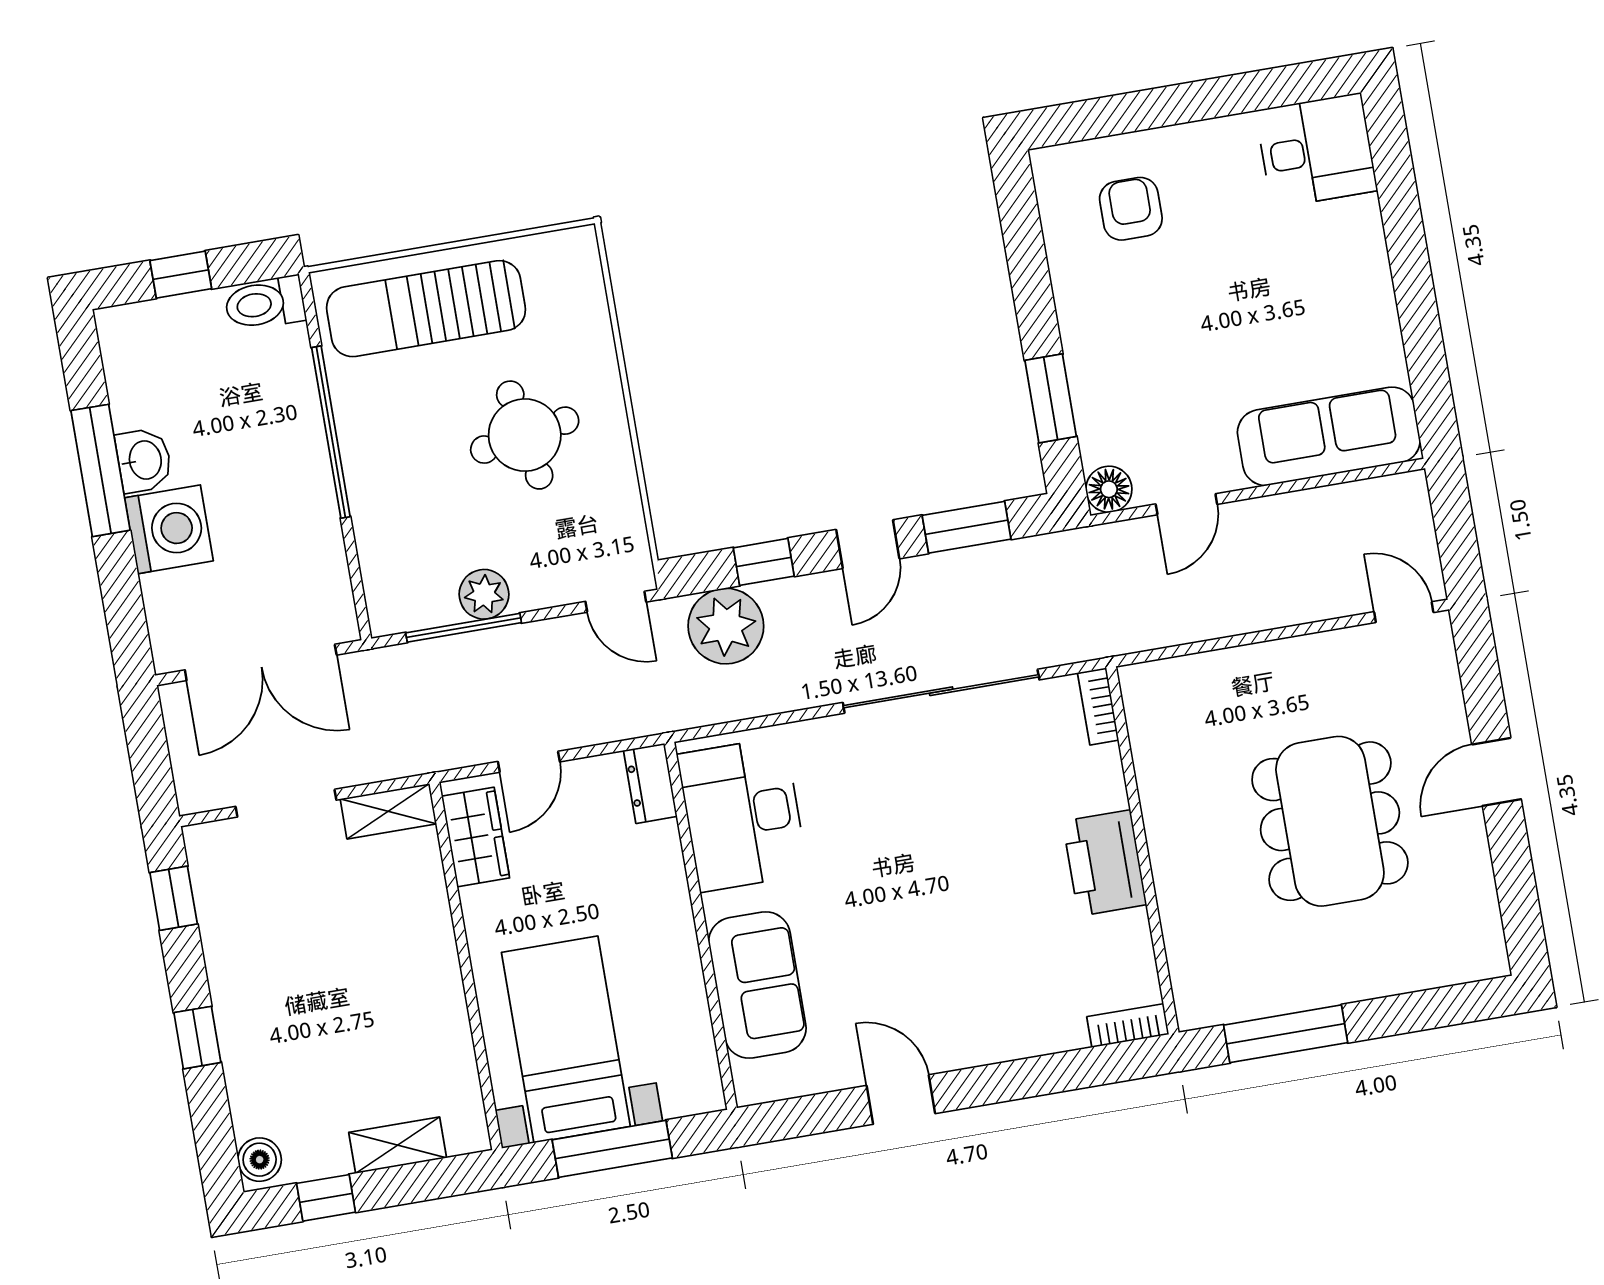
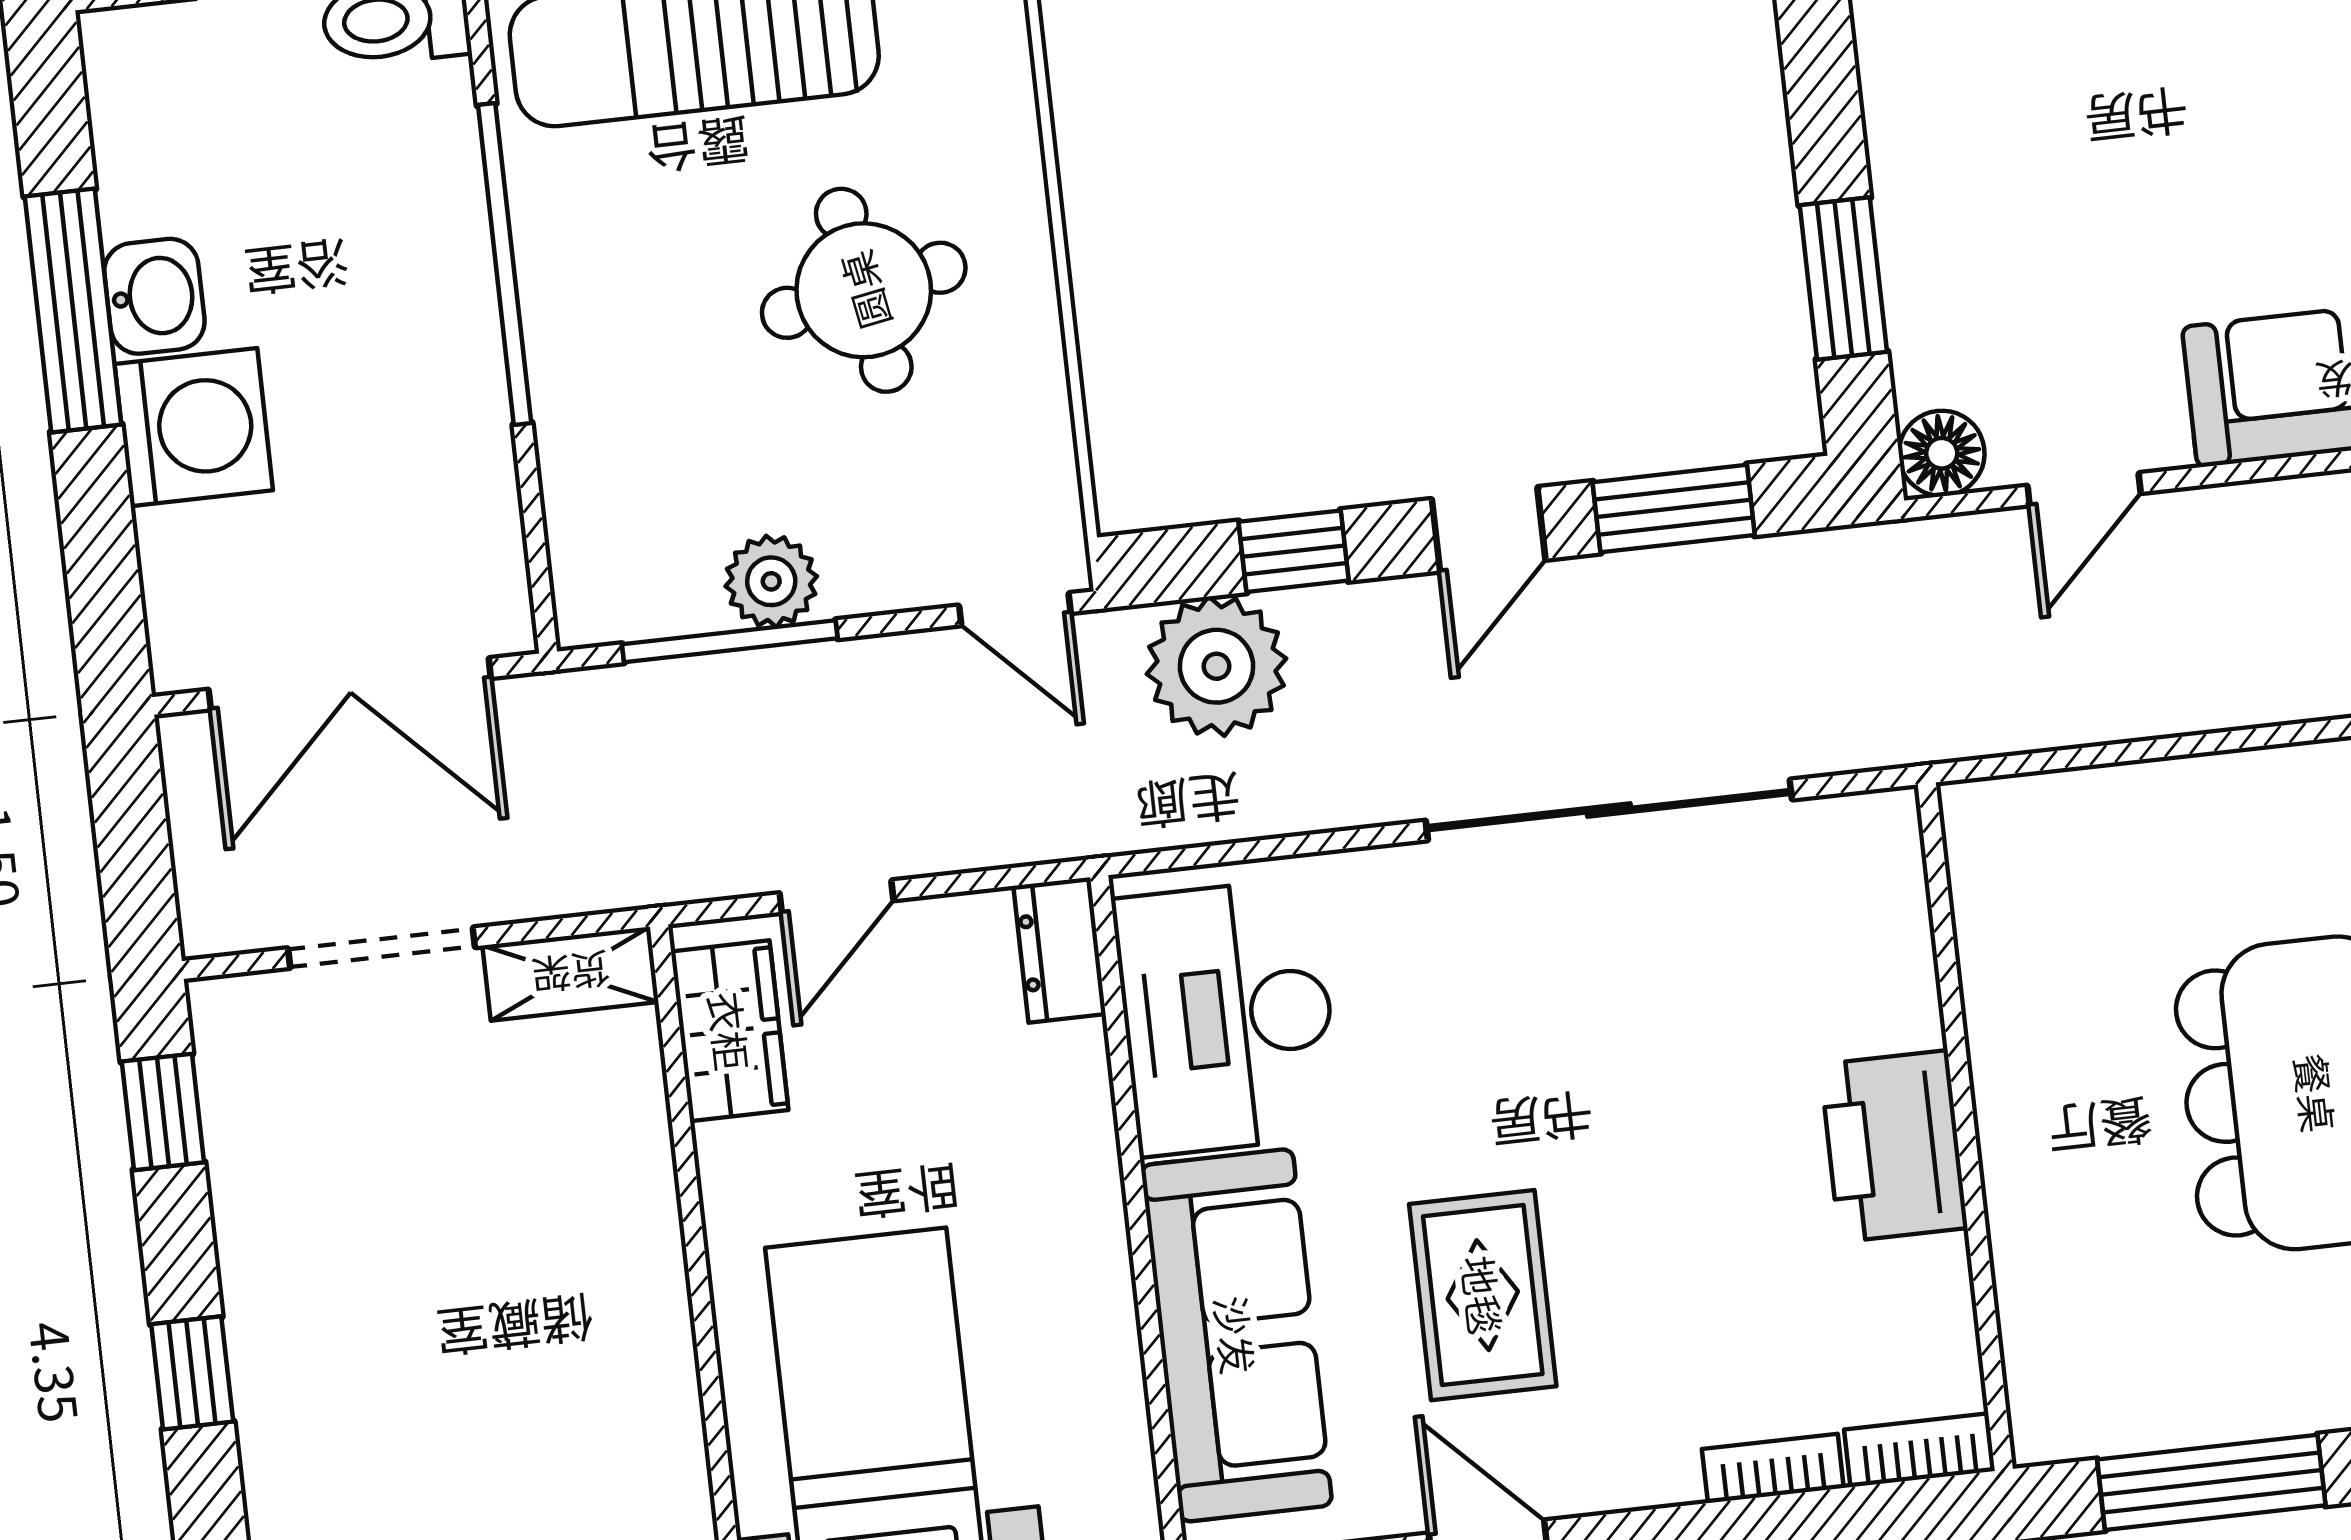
bookcase: (1098, 706) -> (1773, 1468), moved, turned 90
rug: (888, 956) -> (1483, 1295), added
sofa: (757, 985) -> (1236, 1335), width x1.36

